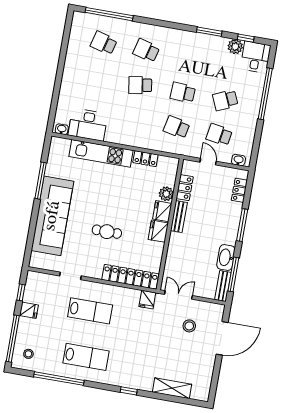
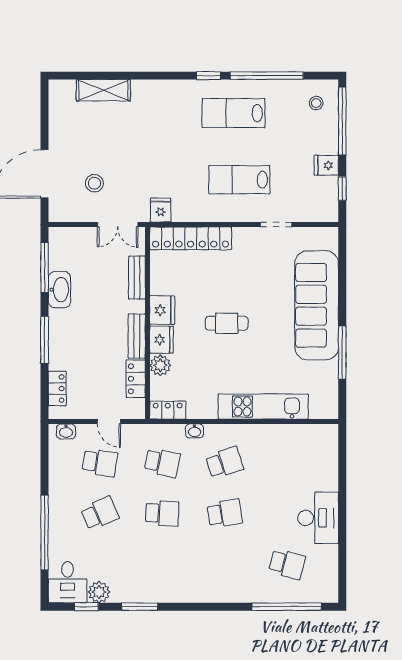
school desk: (146, 51) -> (225, 463), moved, turned -33
desk: (88, 125) -> (318, 518), moved, turned 90
washbasin: (62, 129) -> (194, 431), moved
locker: (145, 159) -> (168, 410), moved
cafe table: (107, 232) -> (227, 323), moved
bench: (223, 286) -> (137, 278), moved
window: (129, 391) -> (209, 76), moved

